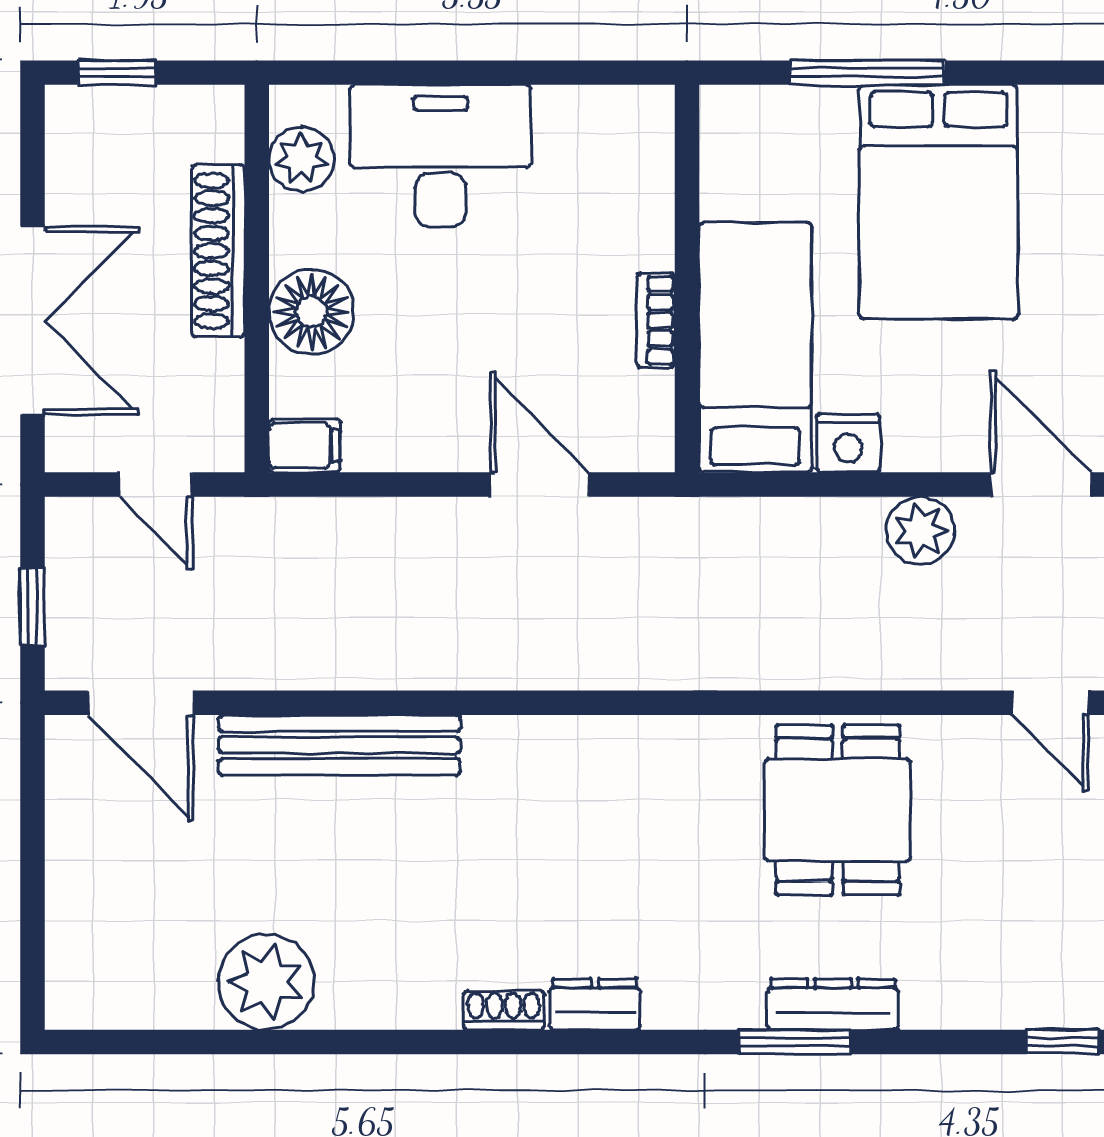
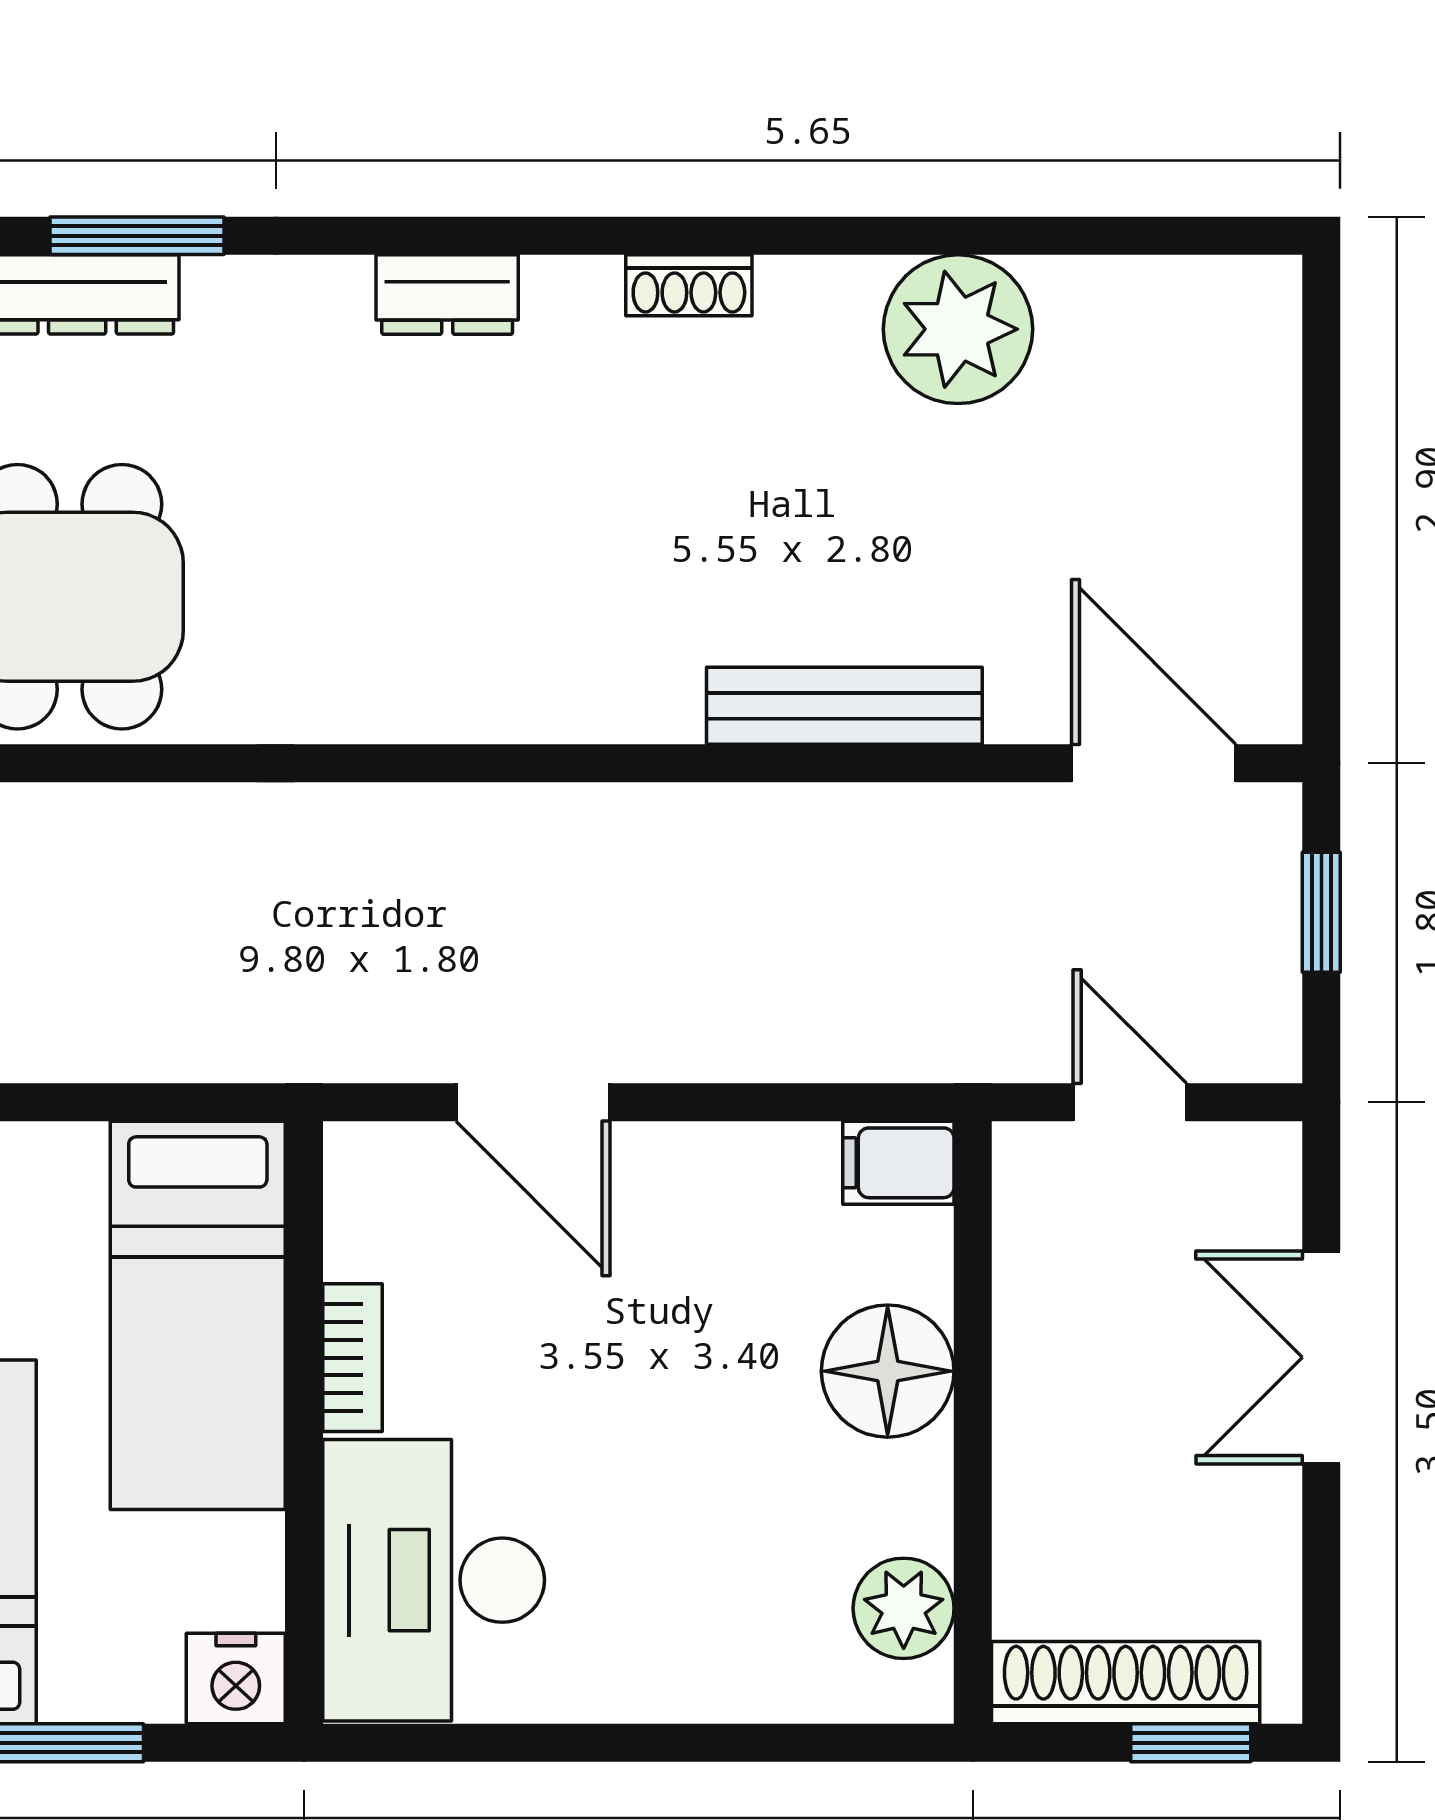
desk: (441, 156) -> (434, 1580), moved, turned 90
shoe rack: (218, 251) -> (1126, 1683), moved, turned -90
double door: (33, 321) -> (1321, 1357), width x0.73
nightstand: (848, 443) -> (236, 1679), moved, turned 180
bench: (339, 745) -> (844, 706), width x0.73, depth x0.82
shoe rack: (504, 1010) -> (689, 285), moved

